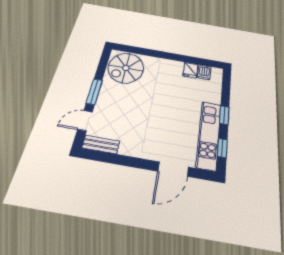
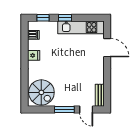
fridge: (190, 70) -> (34, 55), moved
window: (222, 148) -> (43, 18), moved

